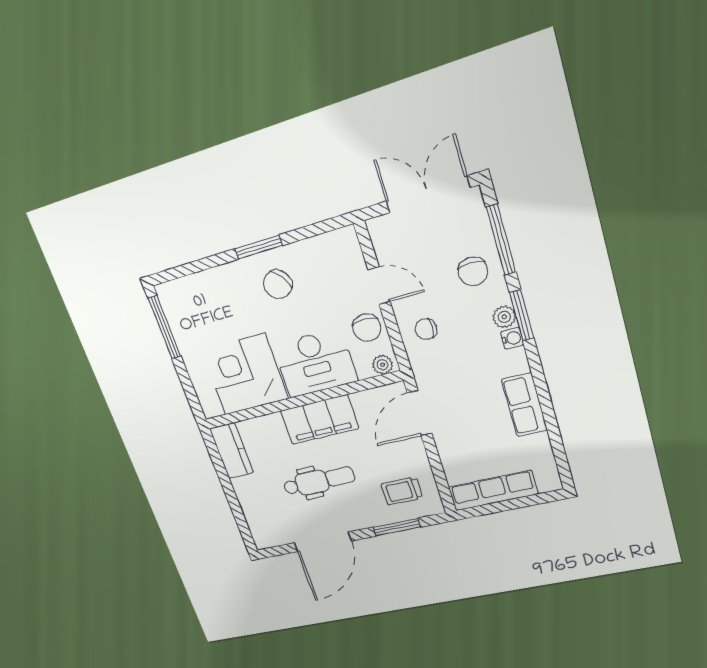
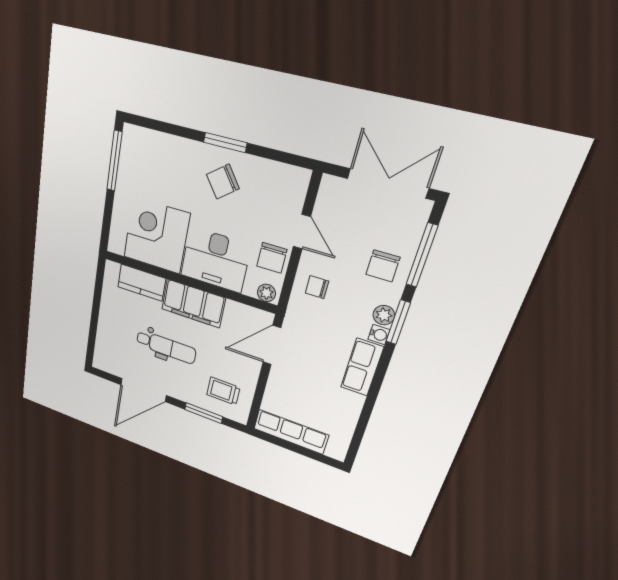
row of seats: (524, 405) -> (362, 367), moved
kitchen counter: (231, 451) -> (142, 283), moved, turned 90

